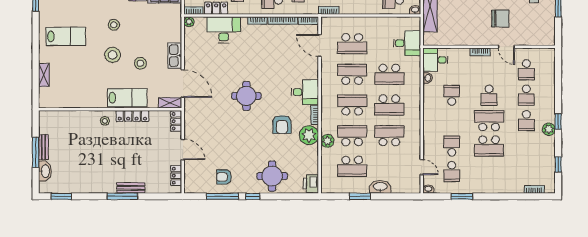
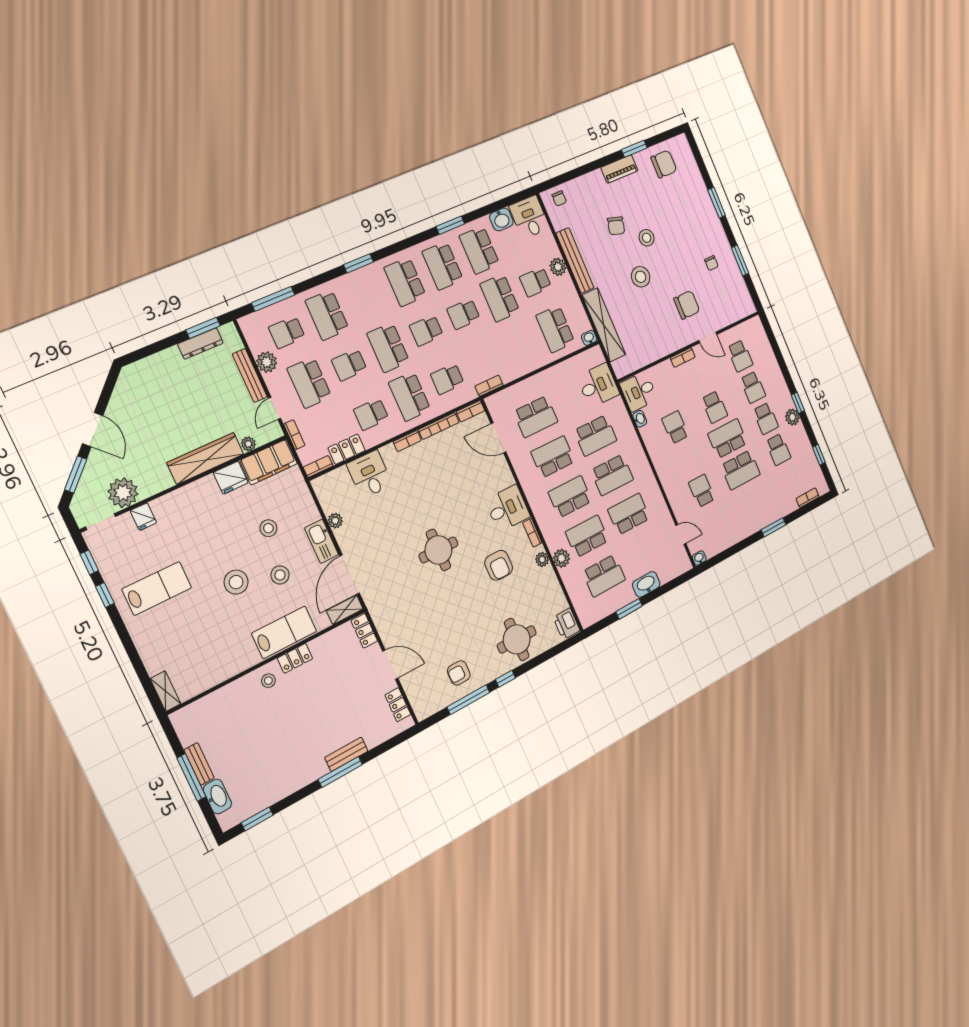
plant: (189, 22) -> (335, 521), moved
stool: (114, 25) -> (268, 528), moved
window: (36, 26) -> (105, 595), added
desk: (224, 30) -> (370, 474), width x0.73
shelving: (44, 75) -> (165, 691), moved
door: (183, 84) -> (350, 575), swing flipped
locker: (132, 116) -> (295, 658), width x0.66
plant: (309, 135) -> (542, 560), width x0.53, depth x0.53
school desk: (452, 171) -> (778, 450), moved
window: (462, 196) -> (774, 527), moved

